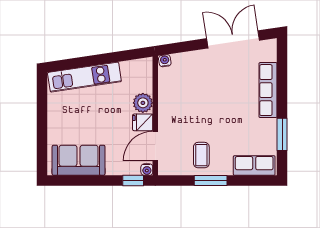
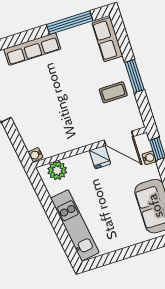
plant: (143, 103) -> (57, 170), moved
window: (282, 134) -> (70, 23), width x1.44
water cooler: (147, 170) -> (149, 158), moved

